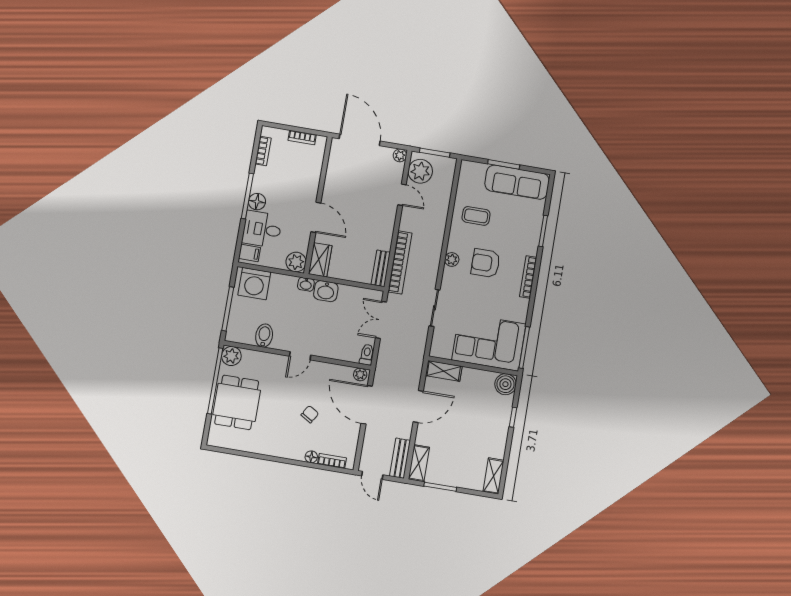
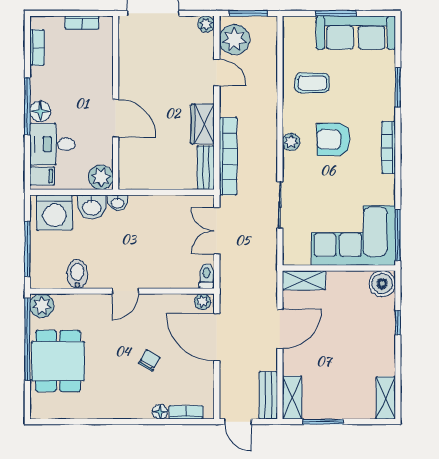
wardrobe: (320, 260) -> (203, 124), moved, turned 180
washbasin: (326, 291) -> (92, 207), moved

